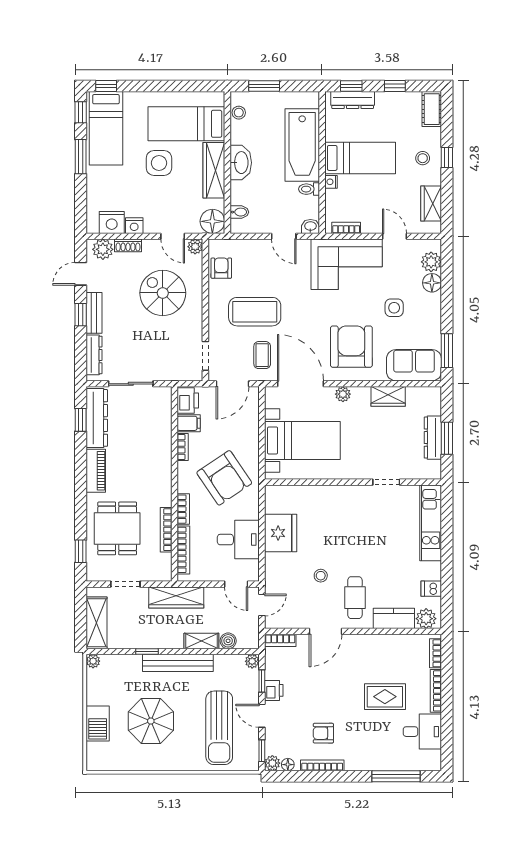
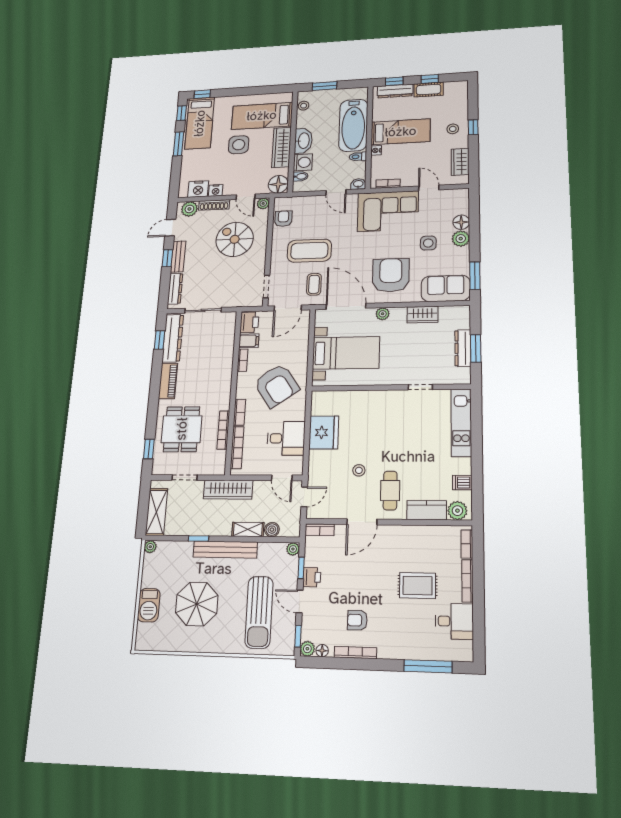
cot: (432, 109) -> (429, 90), moved, turned 90
washing machine: (241, 193) -> (303, 162), added
shoe rack: (128, 245) -> (214, 205), width x1.43
plant: (431, 262) -> (461, 239), moved

